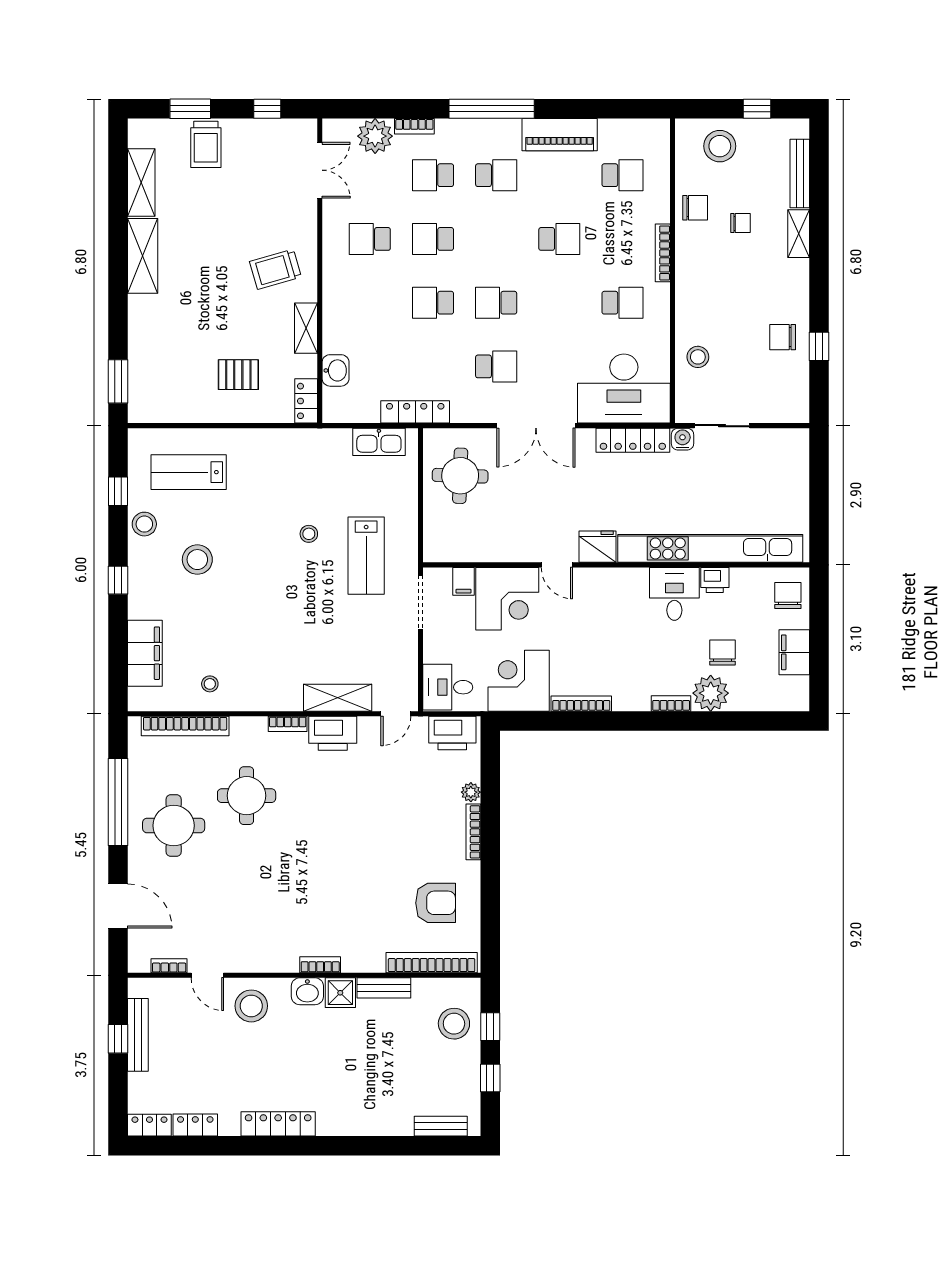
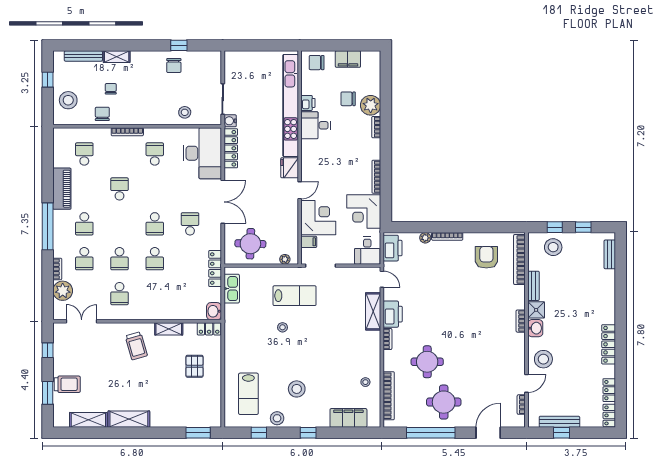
school desk: (496, 175) -> (84, 224), turned 180
washbasin: (336, 370) -> (214, 311), moved, turned -90
plant: (432, 538) -> (285, 259), added

